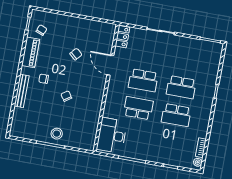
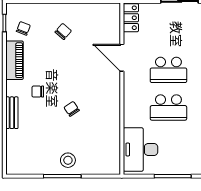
chair: (76, 54) -> (63, 31), moved
bench: (22, 91) -> (12, 113), width x0.73
school desk: (138, 108) -> (168, 108), turned 180

